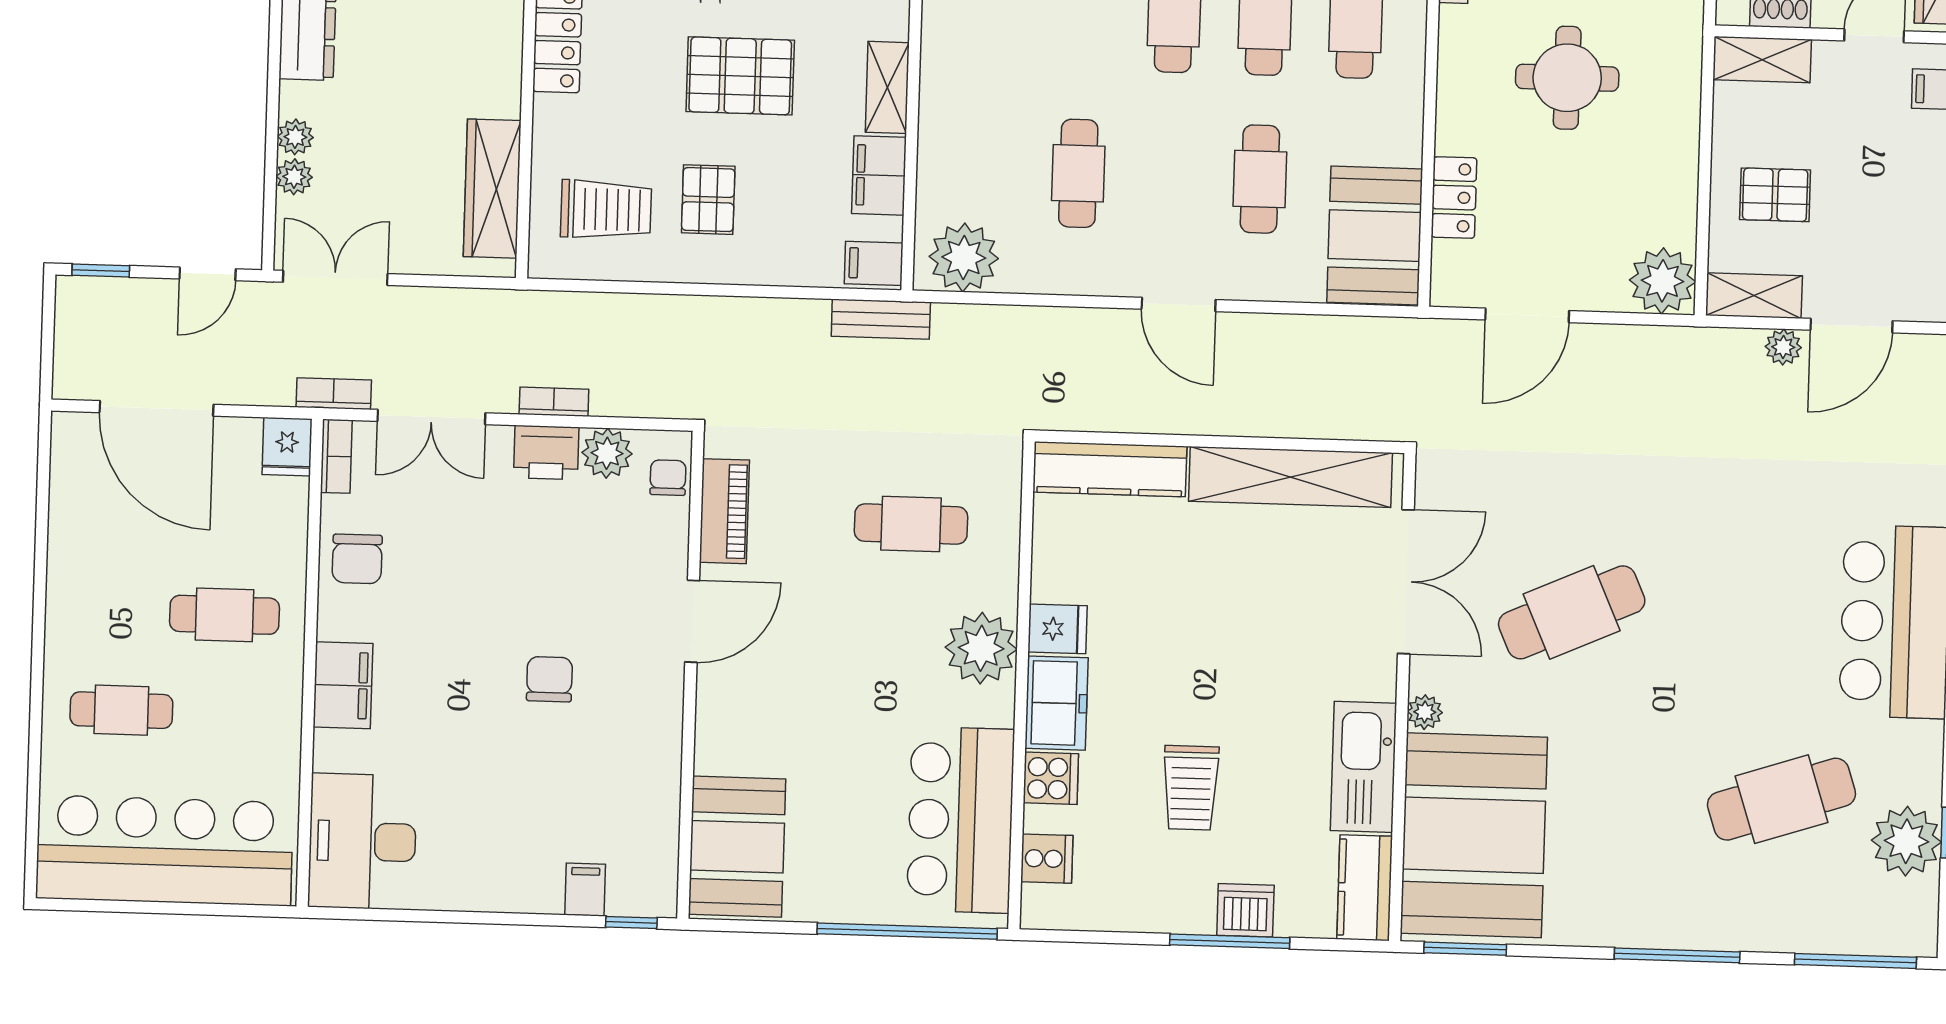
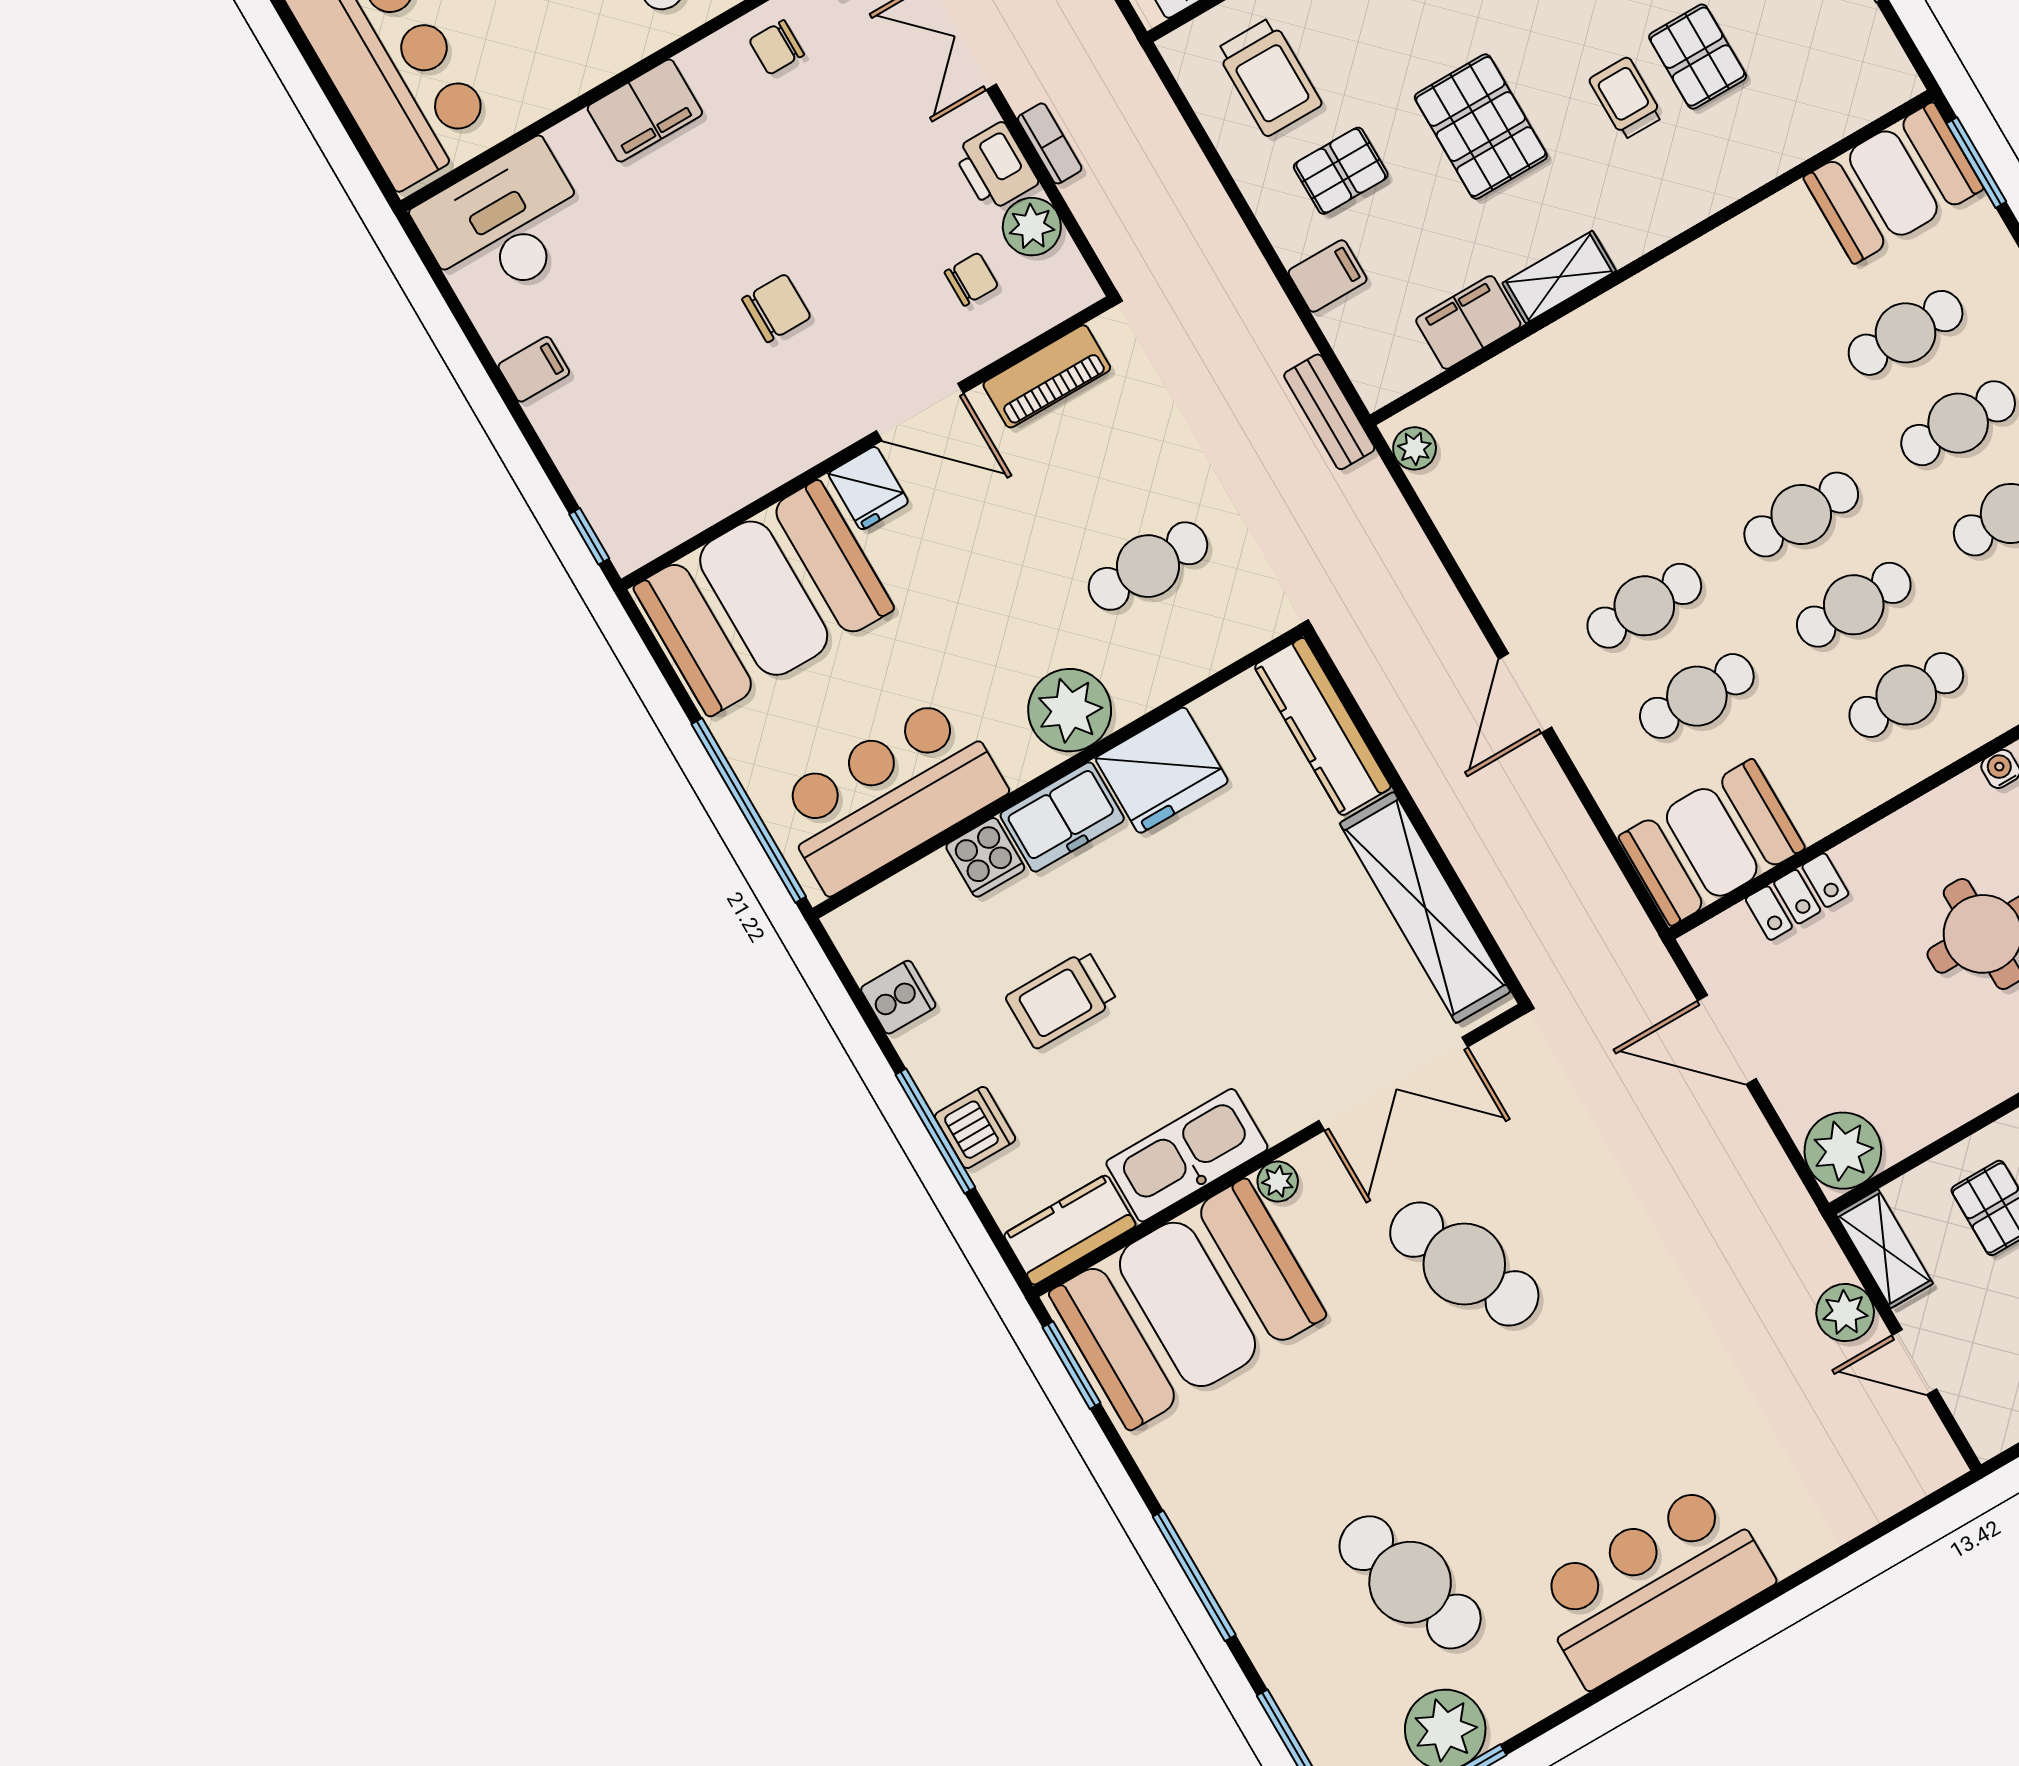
cafe table: (1078, 173) -> (1644, 606), moved
plant: (964, 257) -> (1415, 448), width x0.53, depth x0.53
filing cabinet: (874, 263) -> (1328, 276), moved, turned 90
door: (1852, 326) -> (1914, 1362), width x0.73
plant: (1783, 347) -> (1845, 1313), width x1.38, depth x1.38
chair: (668, 478) -> (971, 279), moved
cafe table: (911, 524) -> (1148, 566), turned 90
chair: (357, 559) -> (777, 47), width x0.73, depth x0.73
fridge: (1057, 629) -> (1162, 770), width x1.88, depth x1.34
fridge: (725, 694) -> (868, 488), added
booth: (737, 847) -> (764, 598), width x1.36, depth x1.42
cooker: (1047, 859) -> (898, 997), moved, turned -90
filing cabinet: (585, 890) -> (534, 369), moved

